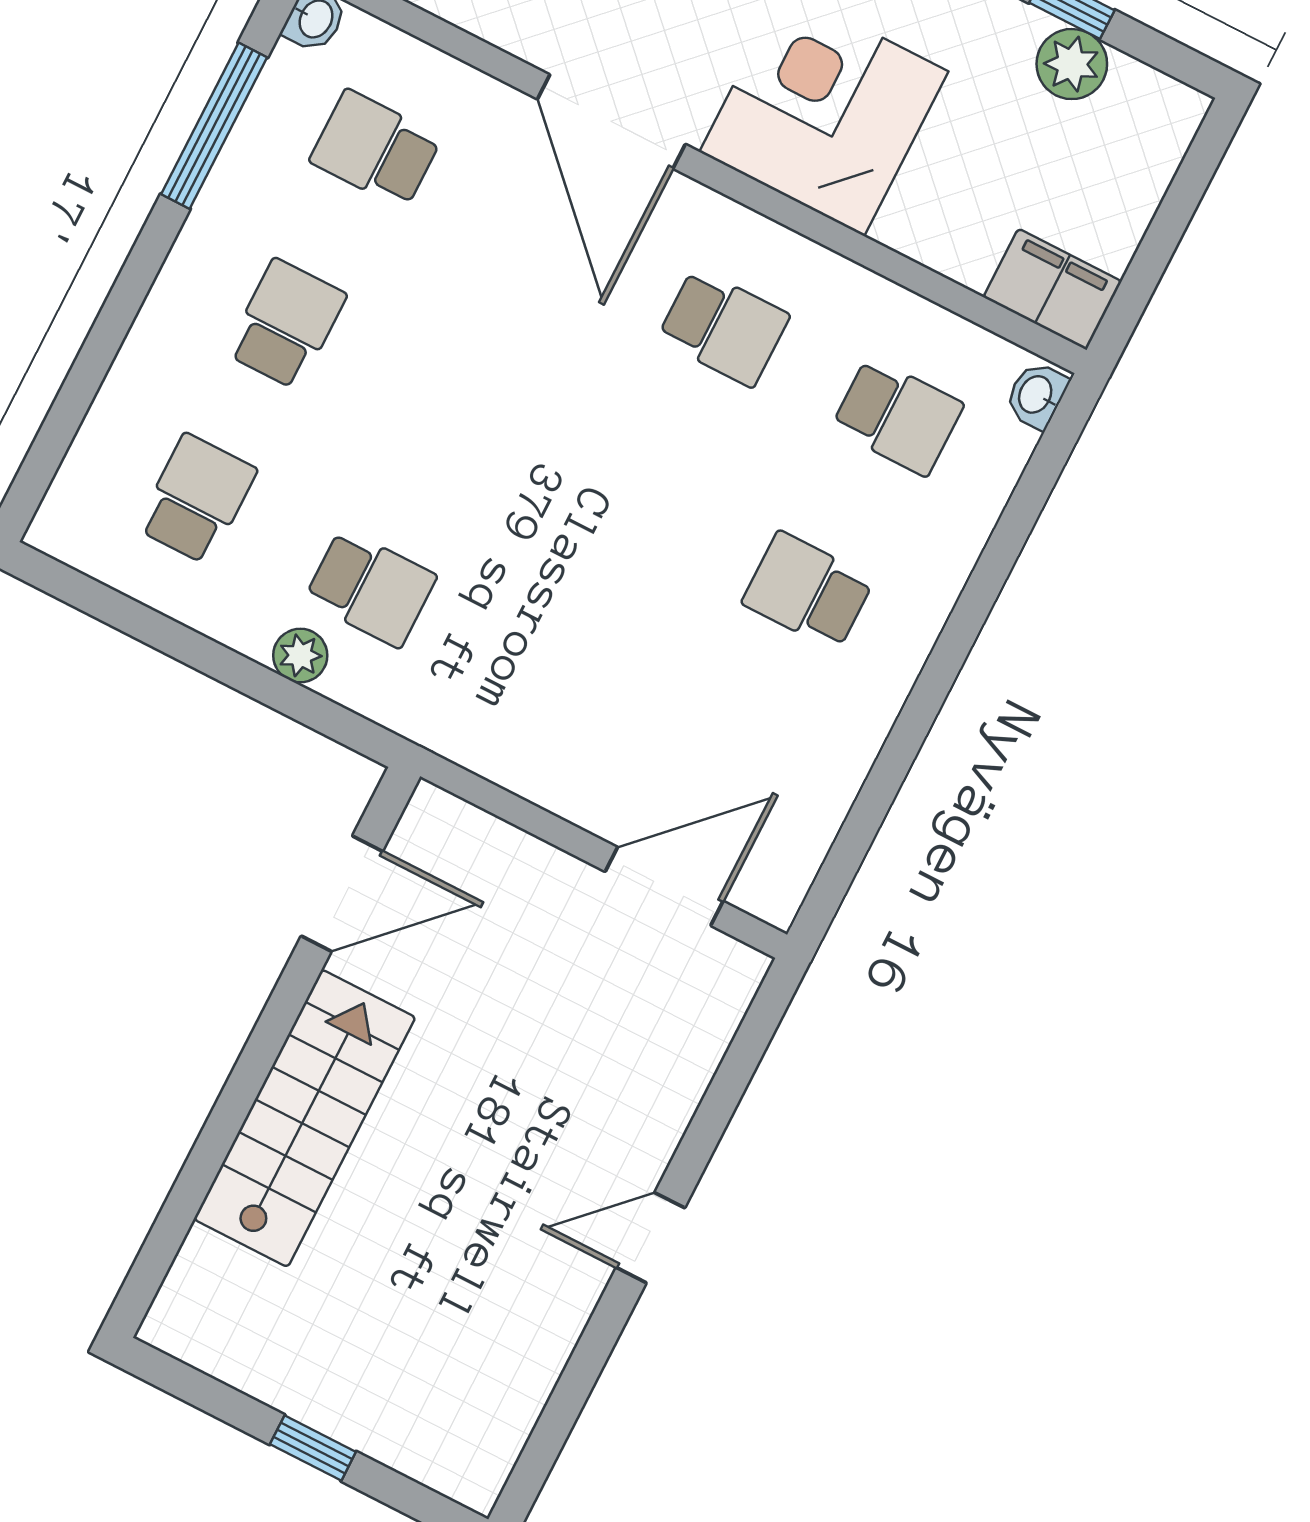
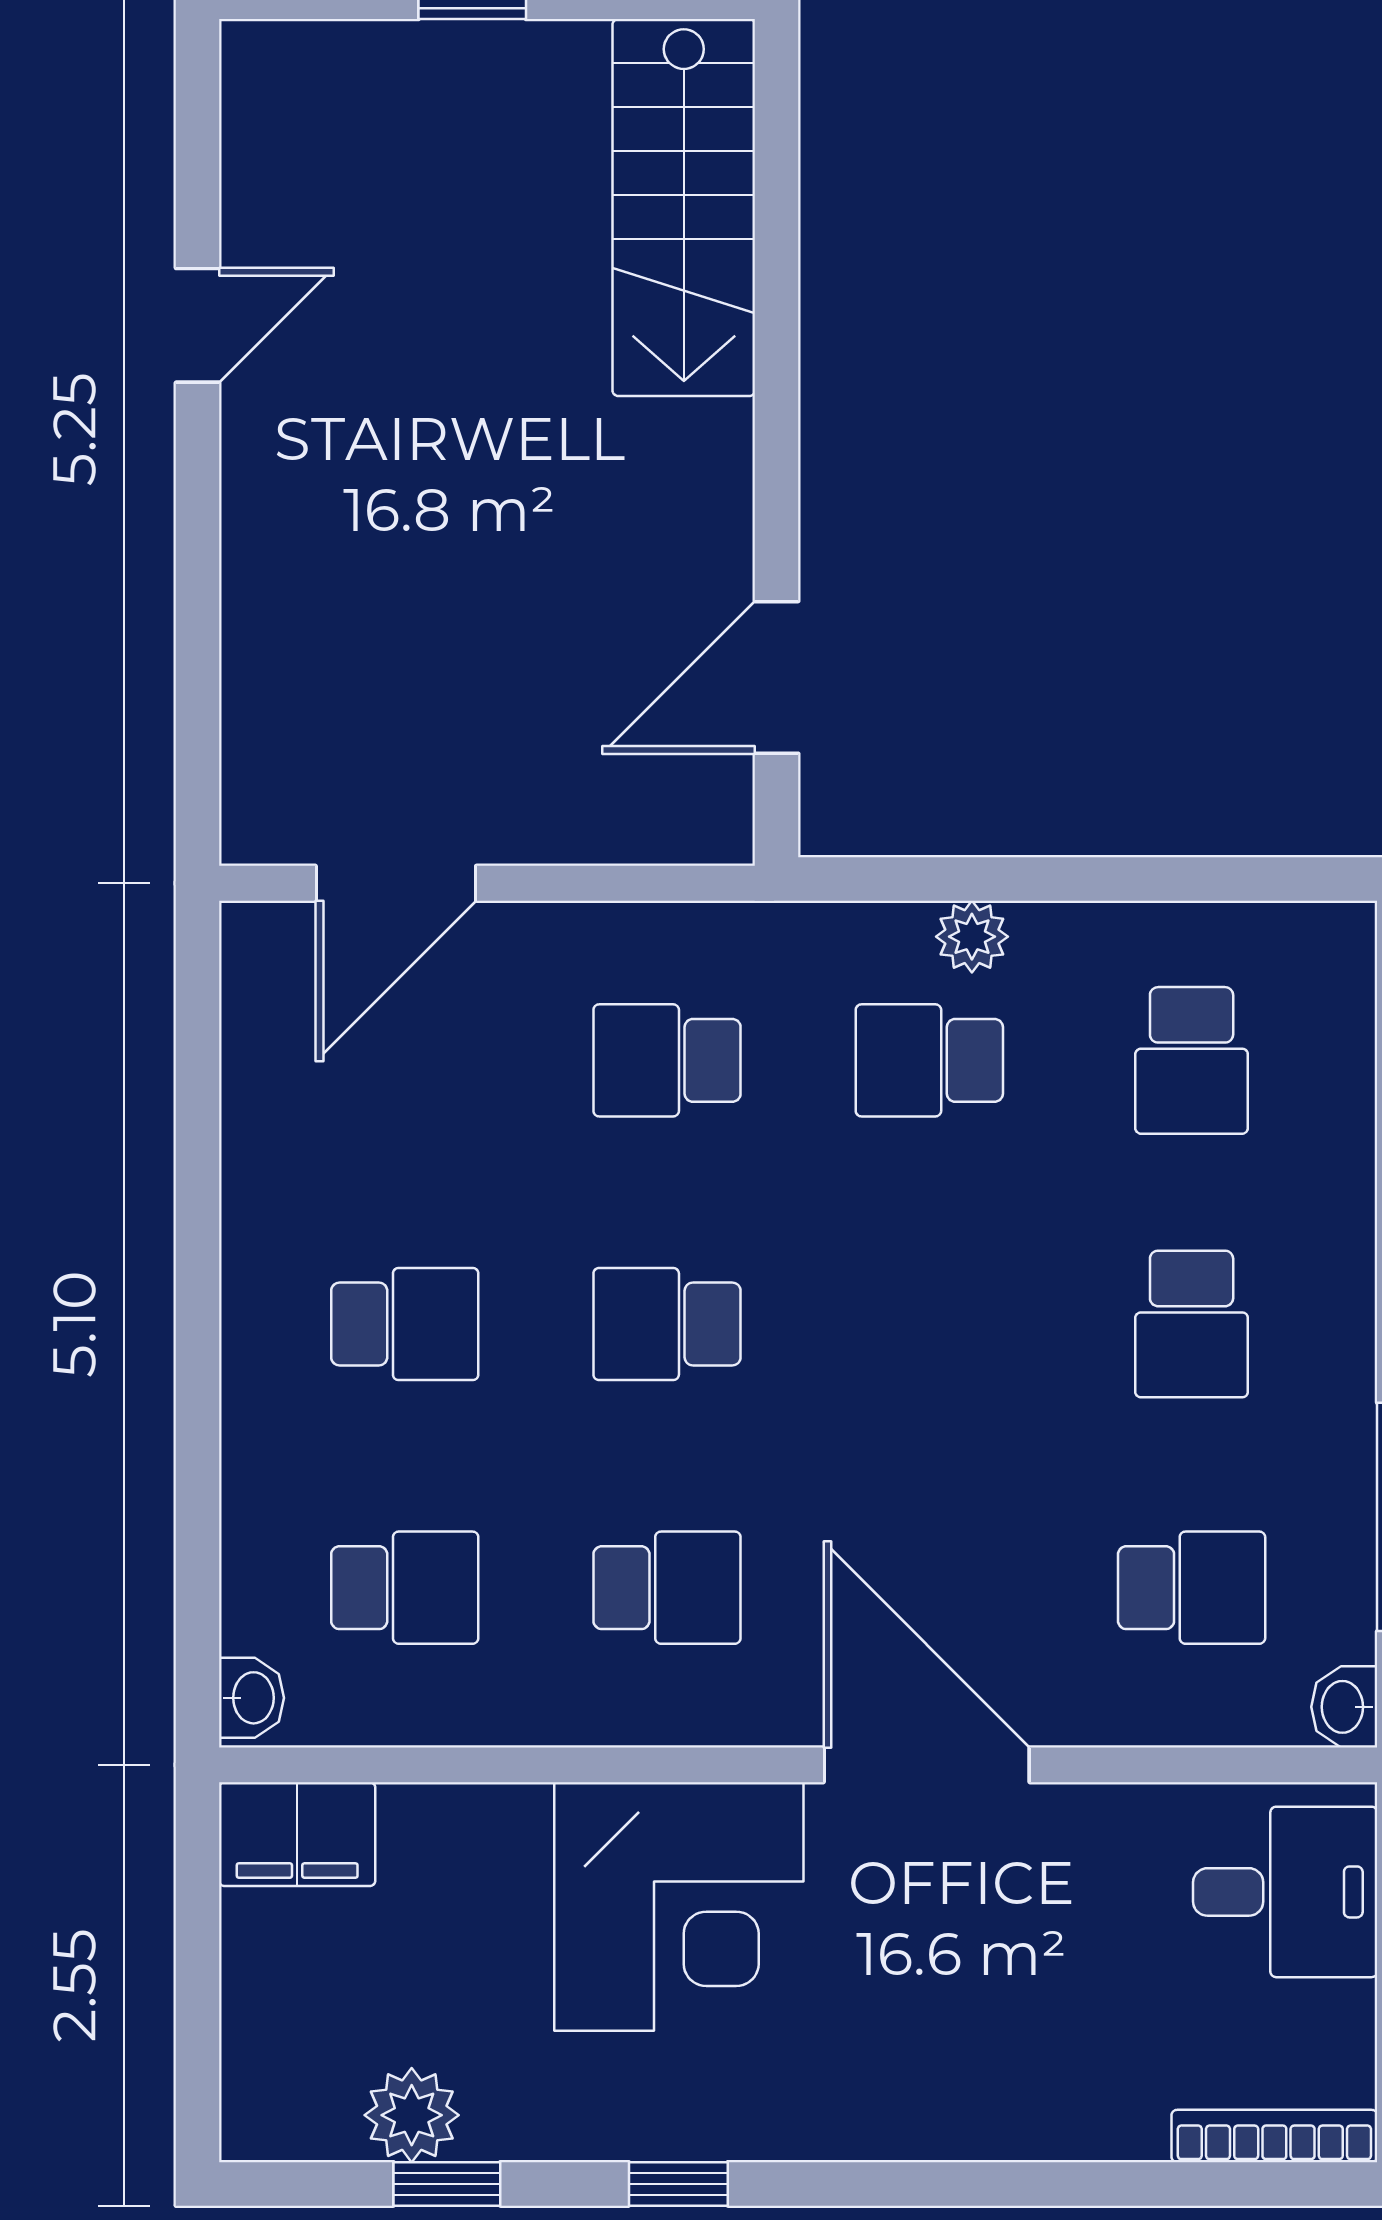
school desk: (723, 327) -> (667, 1588), turned 180
school desk: (897, 416) -> (405, 1588), turned 180
school desk: (634, 502) -> (667, 1324), added
school desk: (545, 677) -> (667, 1060), added
stairs: (305, 1118) -> (684, 208), moved
door: (650, 1238) -> (197, 325), moved

